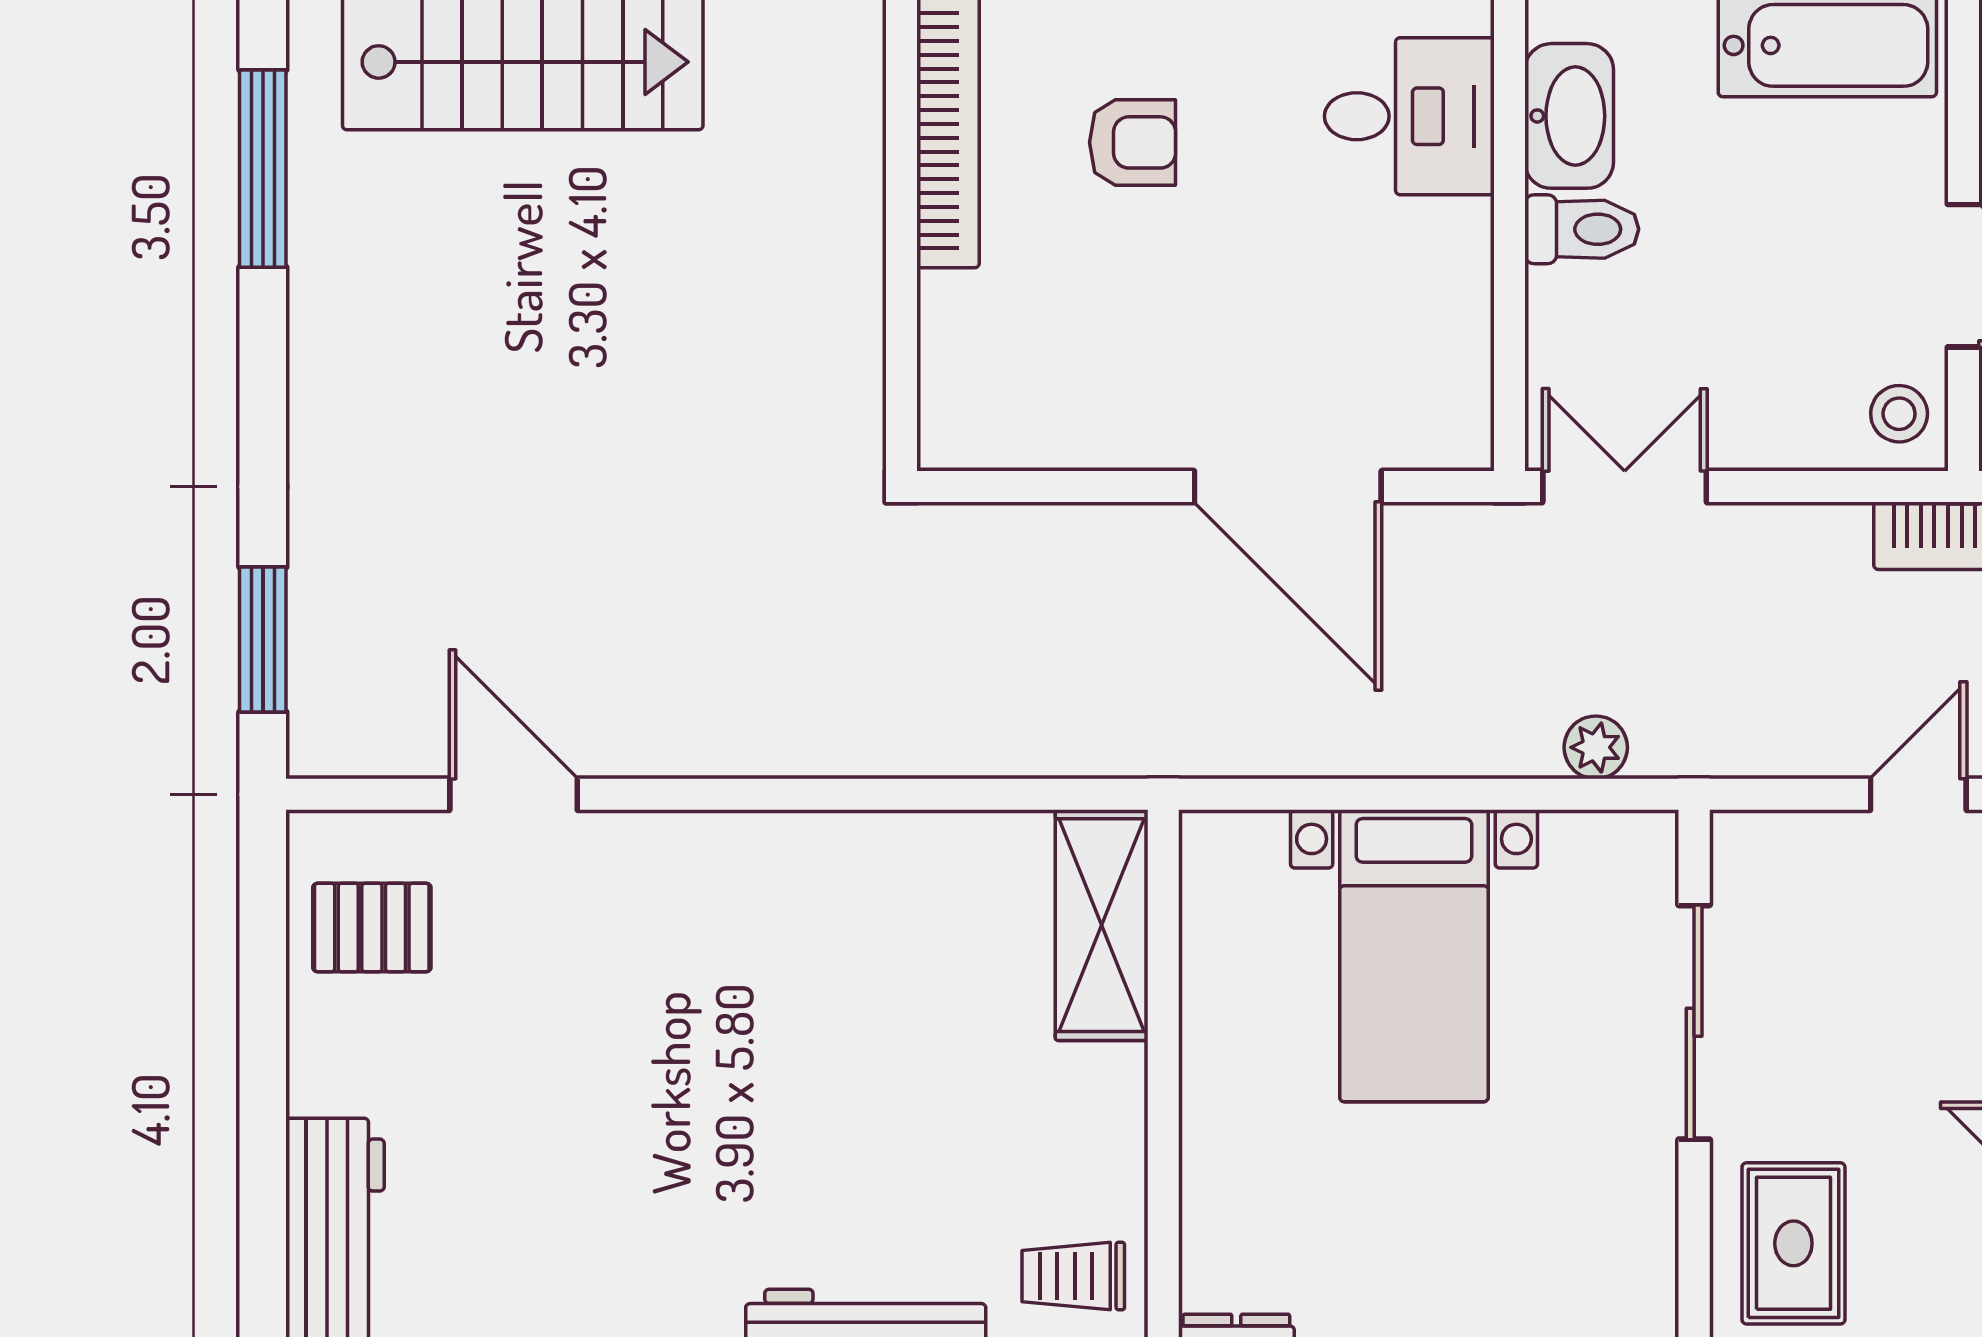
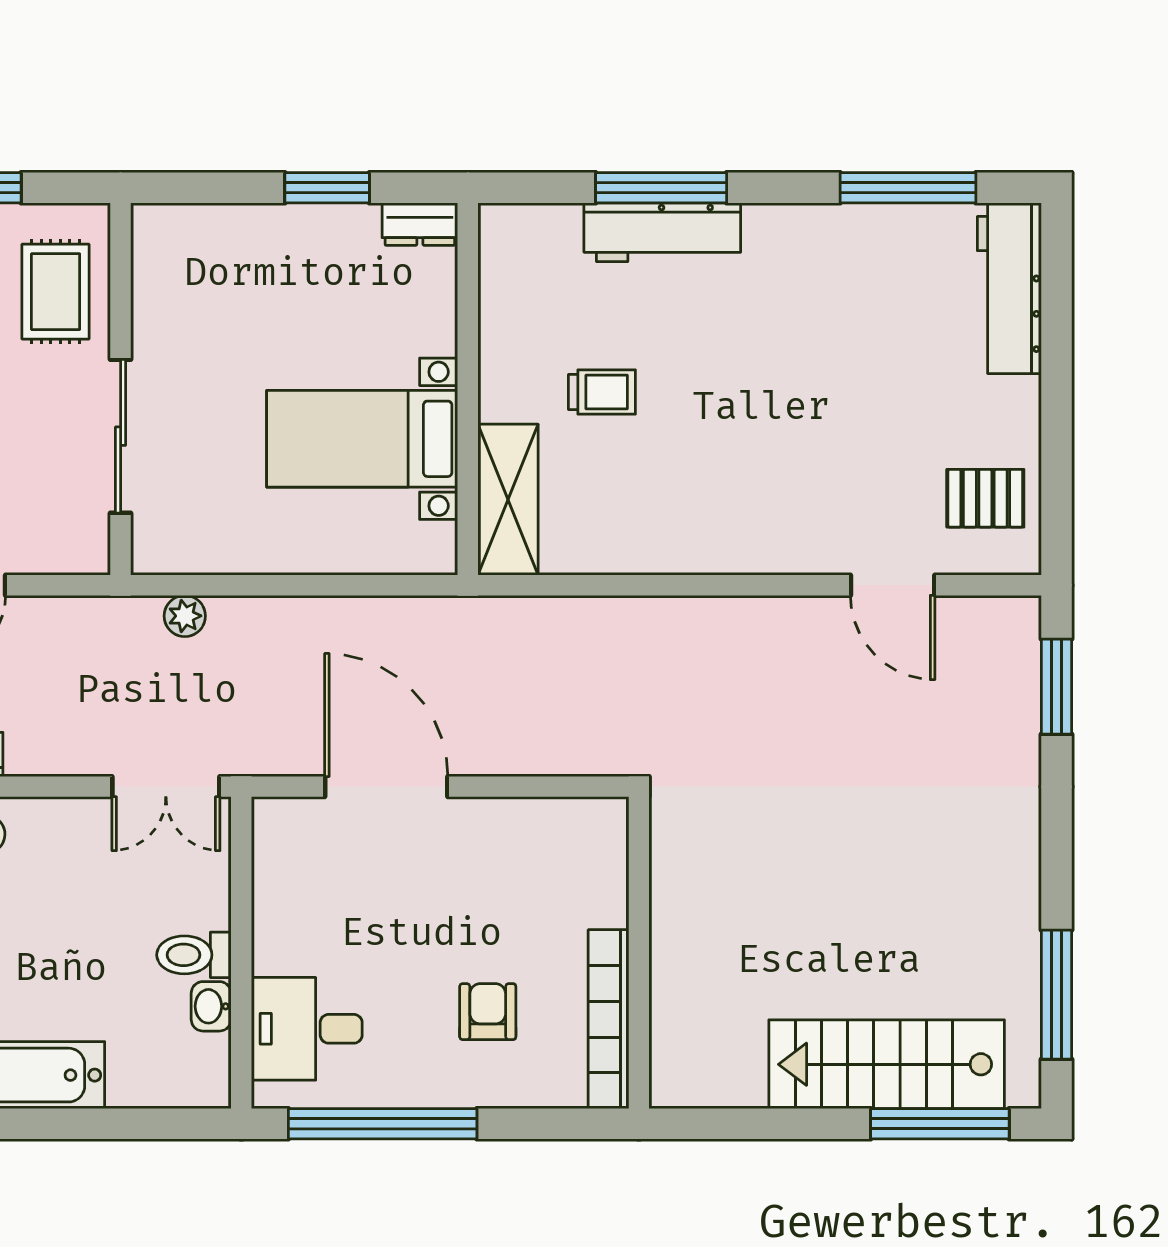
washbasin: (1569, 116) -> (211, 1006), width x0.52, depth x0.69
armchair: (1133, 142) -> (488, 1012), turned 90
bed with nightstands: (1414, 956) -> (362, 439), moved, turned -90
trolley: (1073, 1276) -> (602, 392), moved

